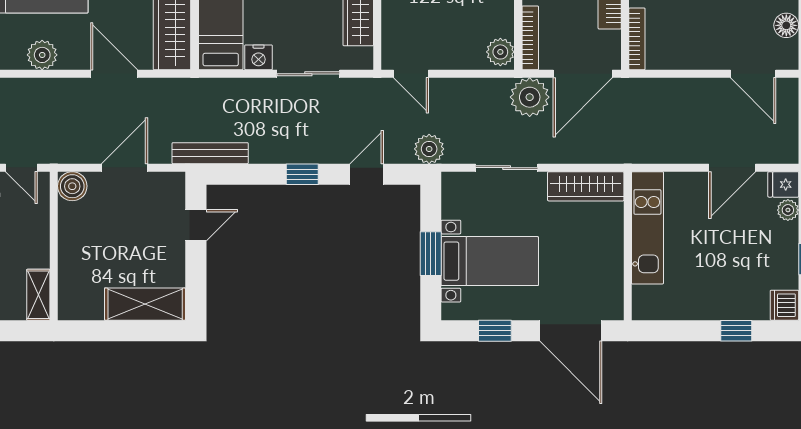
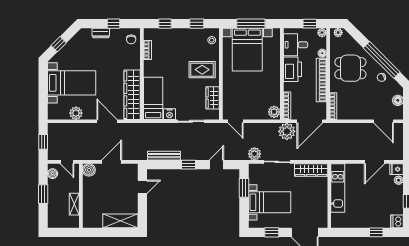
plant: (429, 149) -> (254, 154), moved
bench: (210, 153) -> (164, 156), moved
window: (431, 254) -> (244, 188), moved
shelving: (38, 295) -> (74, 204), moved

